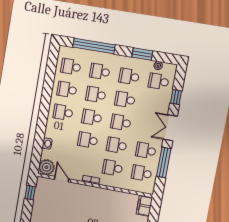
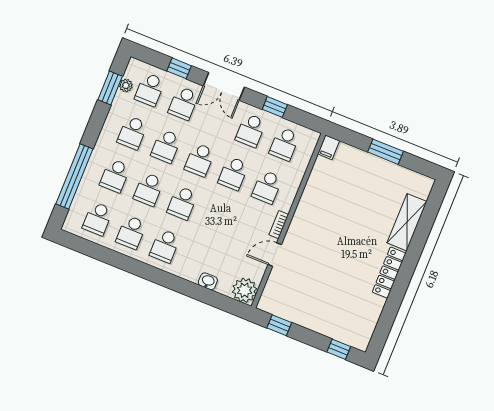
window: (142, 54) -> (110, 88), moved
school desk: (88, 140) -> (183, 103), moved
window: (164, 162) -> (275, 107), width x0.46
door: (62, 179) -> (275, 255), moved
filing cabinet: (144, 206) -> (329, 147), width x0.50

